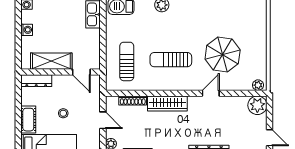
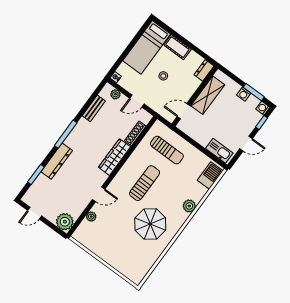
window: (18, 22) -> (254, 92), added
parasol: (223, 54) -> (150, 224), moved
dresser: (36, 81) -> (204, 70), width x0.70
plant: (258, 85) -> (91, 217), moved
door: (211, 93) -> (99, 194), hinge flipped

